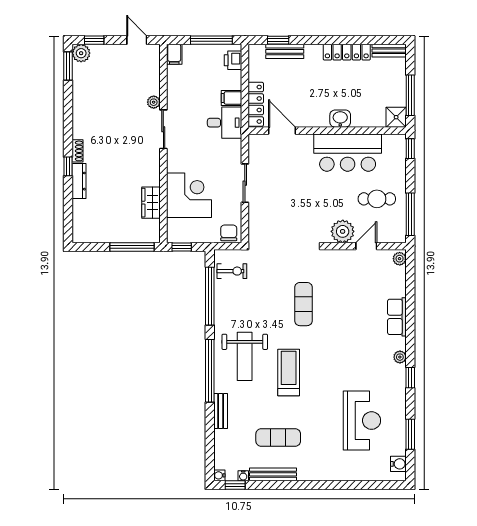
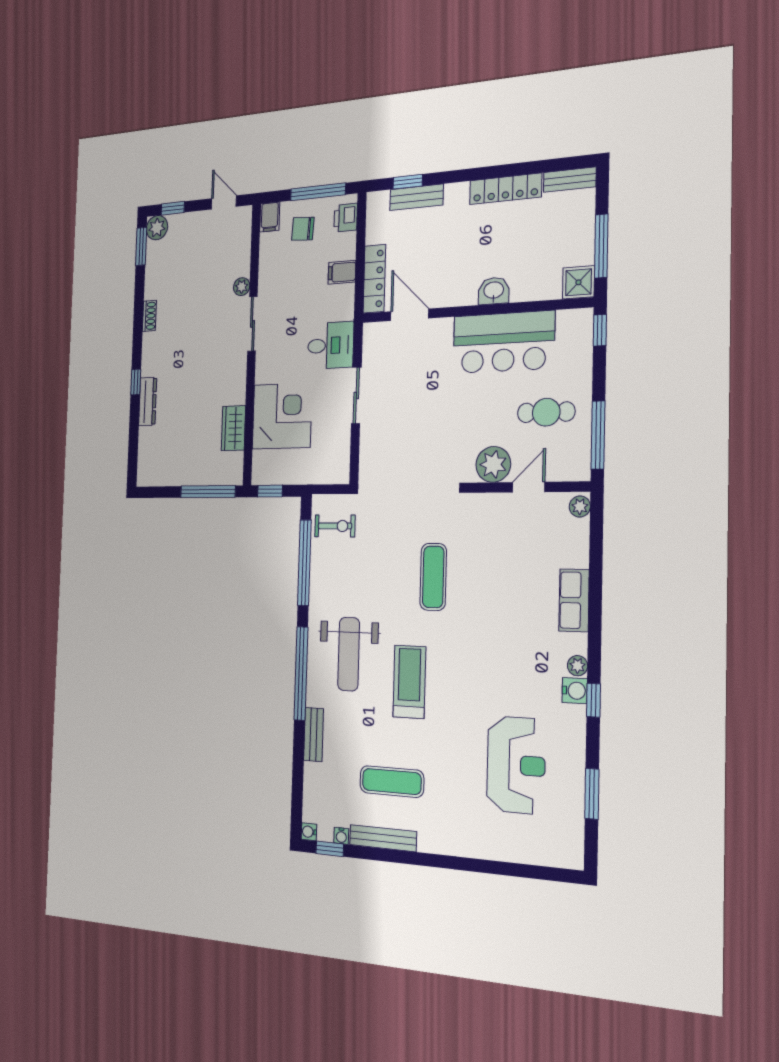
desk: (225, 123) -> (331, 345), moved
shoe rack: (78, 151) -> (149, 316), moved
chair: (229, 233) -> (303, 229), moved, turned -86
water cooler: (398, 464) -> (575, 691), moved

